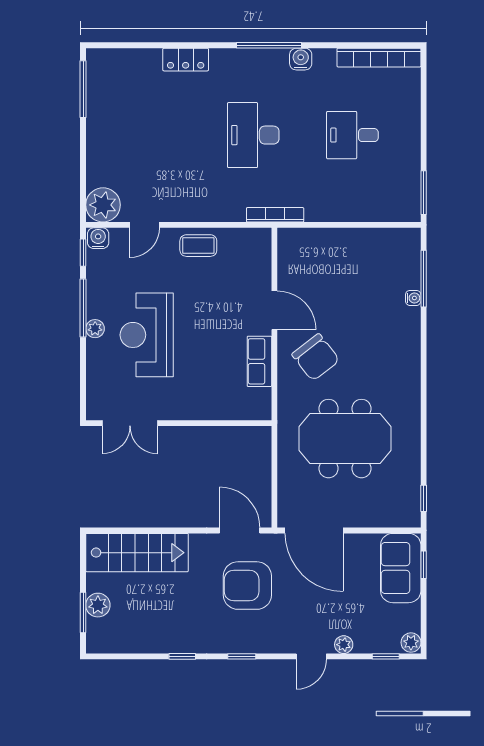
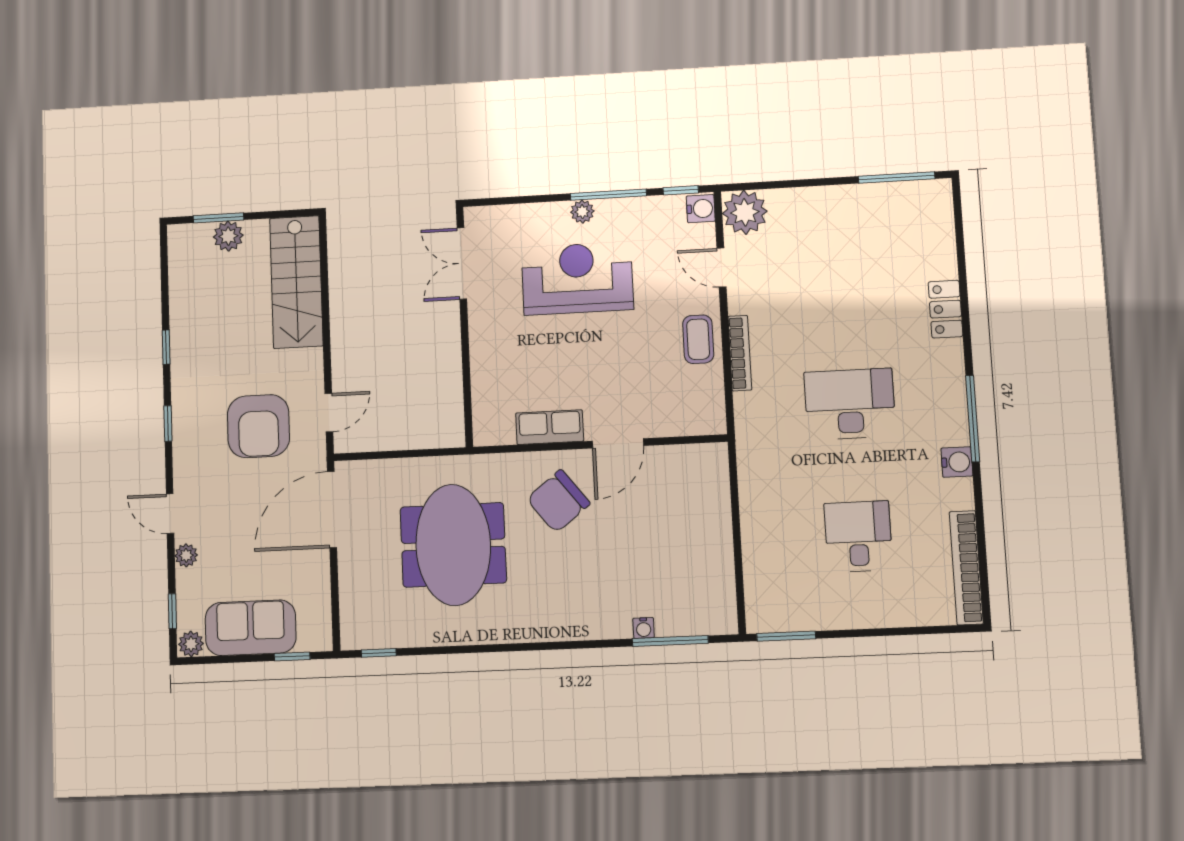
bookcase: (275, 215) -> (740, 353), moved
door: (240, 530) -> (329, 413), width x0.73
sofa: (401, 568) -> (251, 628), moved
armchair: (247, 586) -> (258, 426), turned 180

